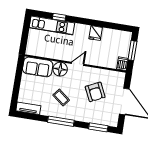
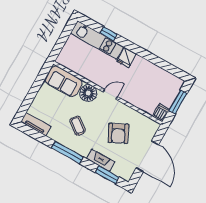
fridge: (96, 33) -> (127, 58), moved
fireplace: (89, 118) -> (100, 160), added

